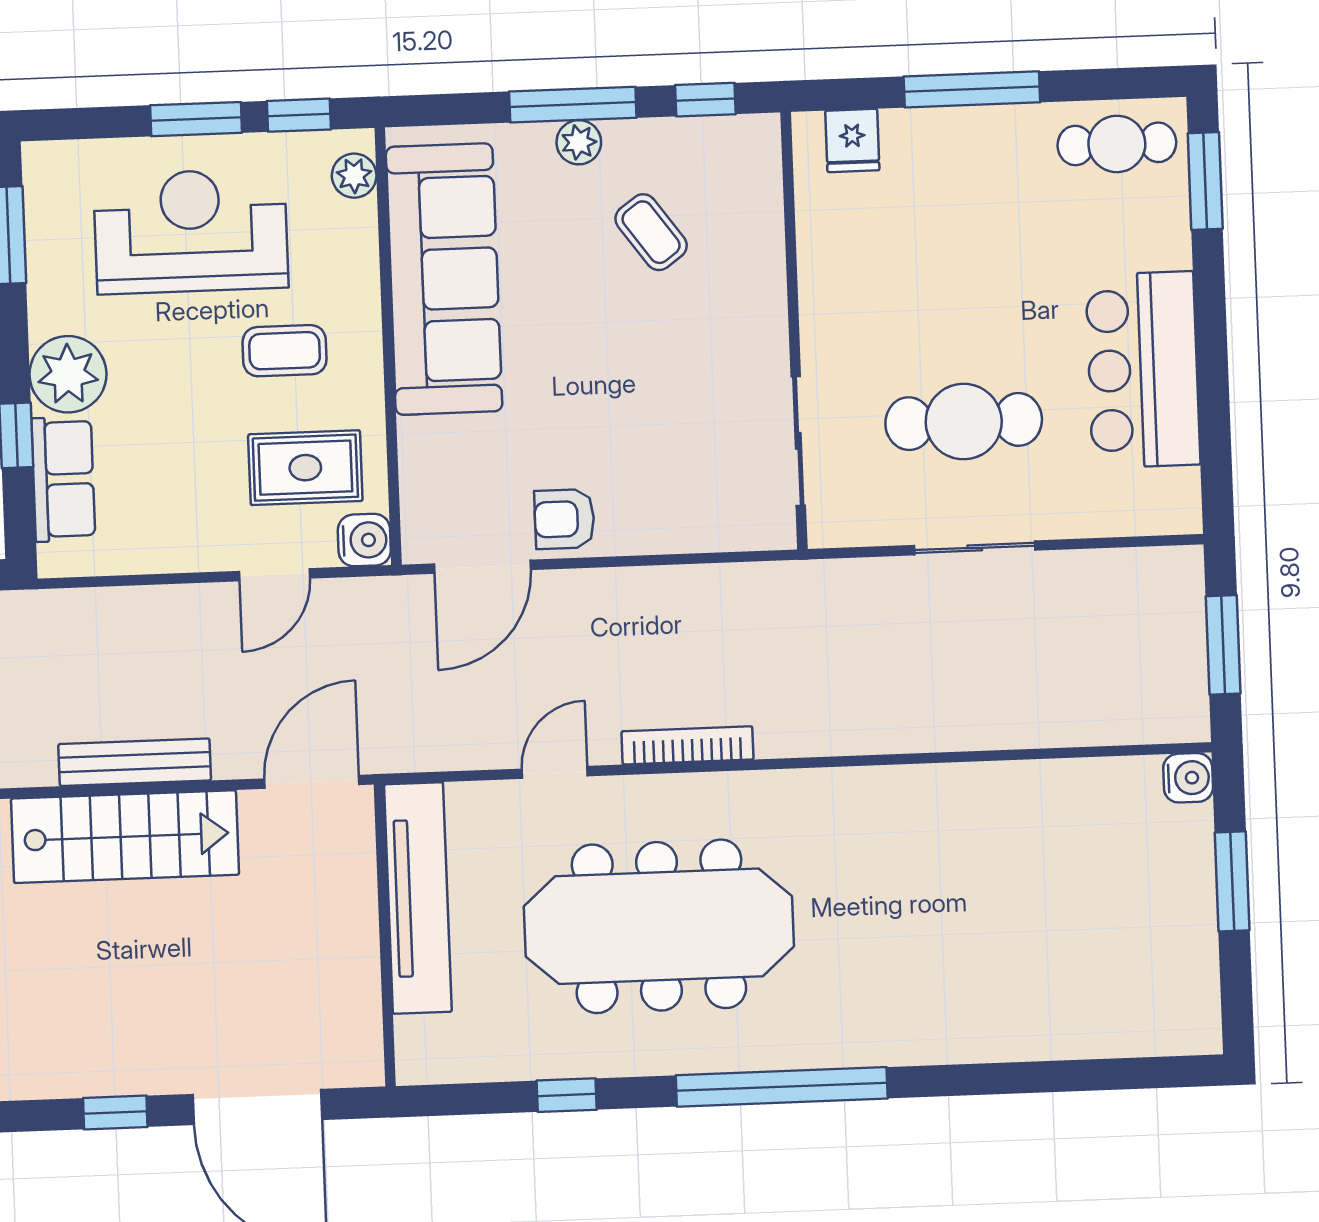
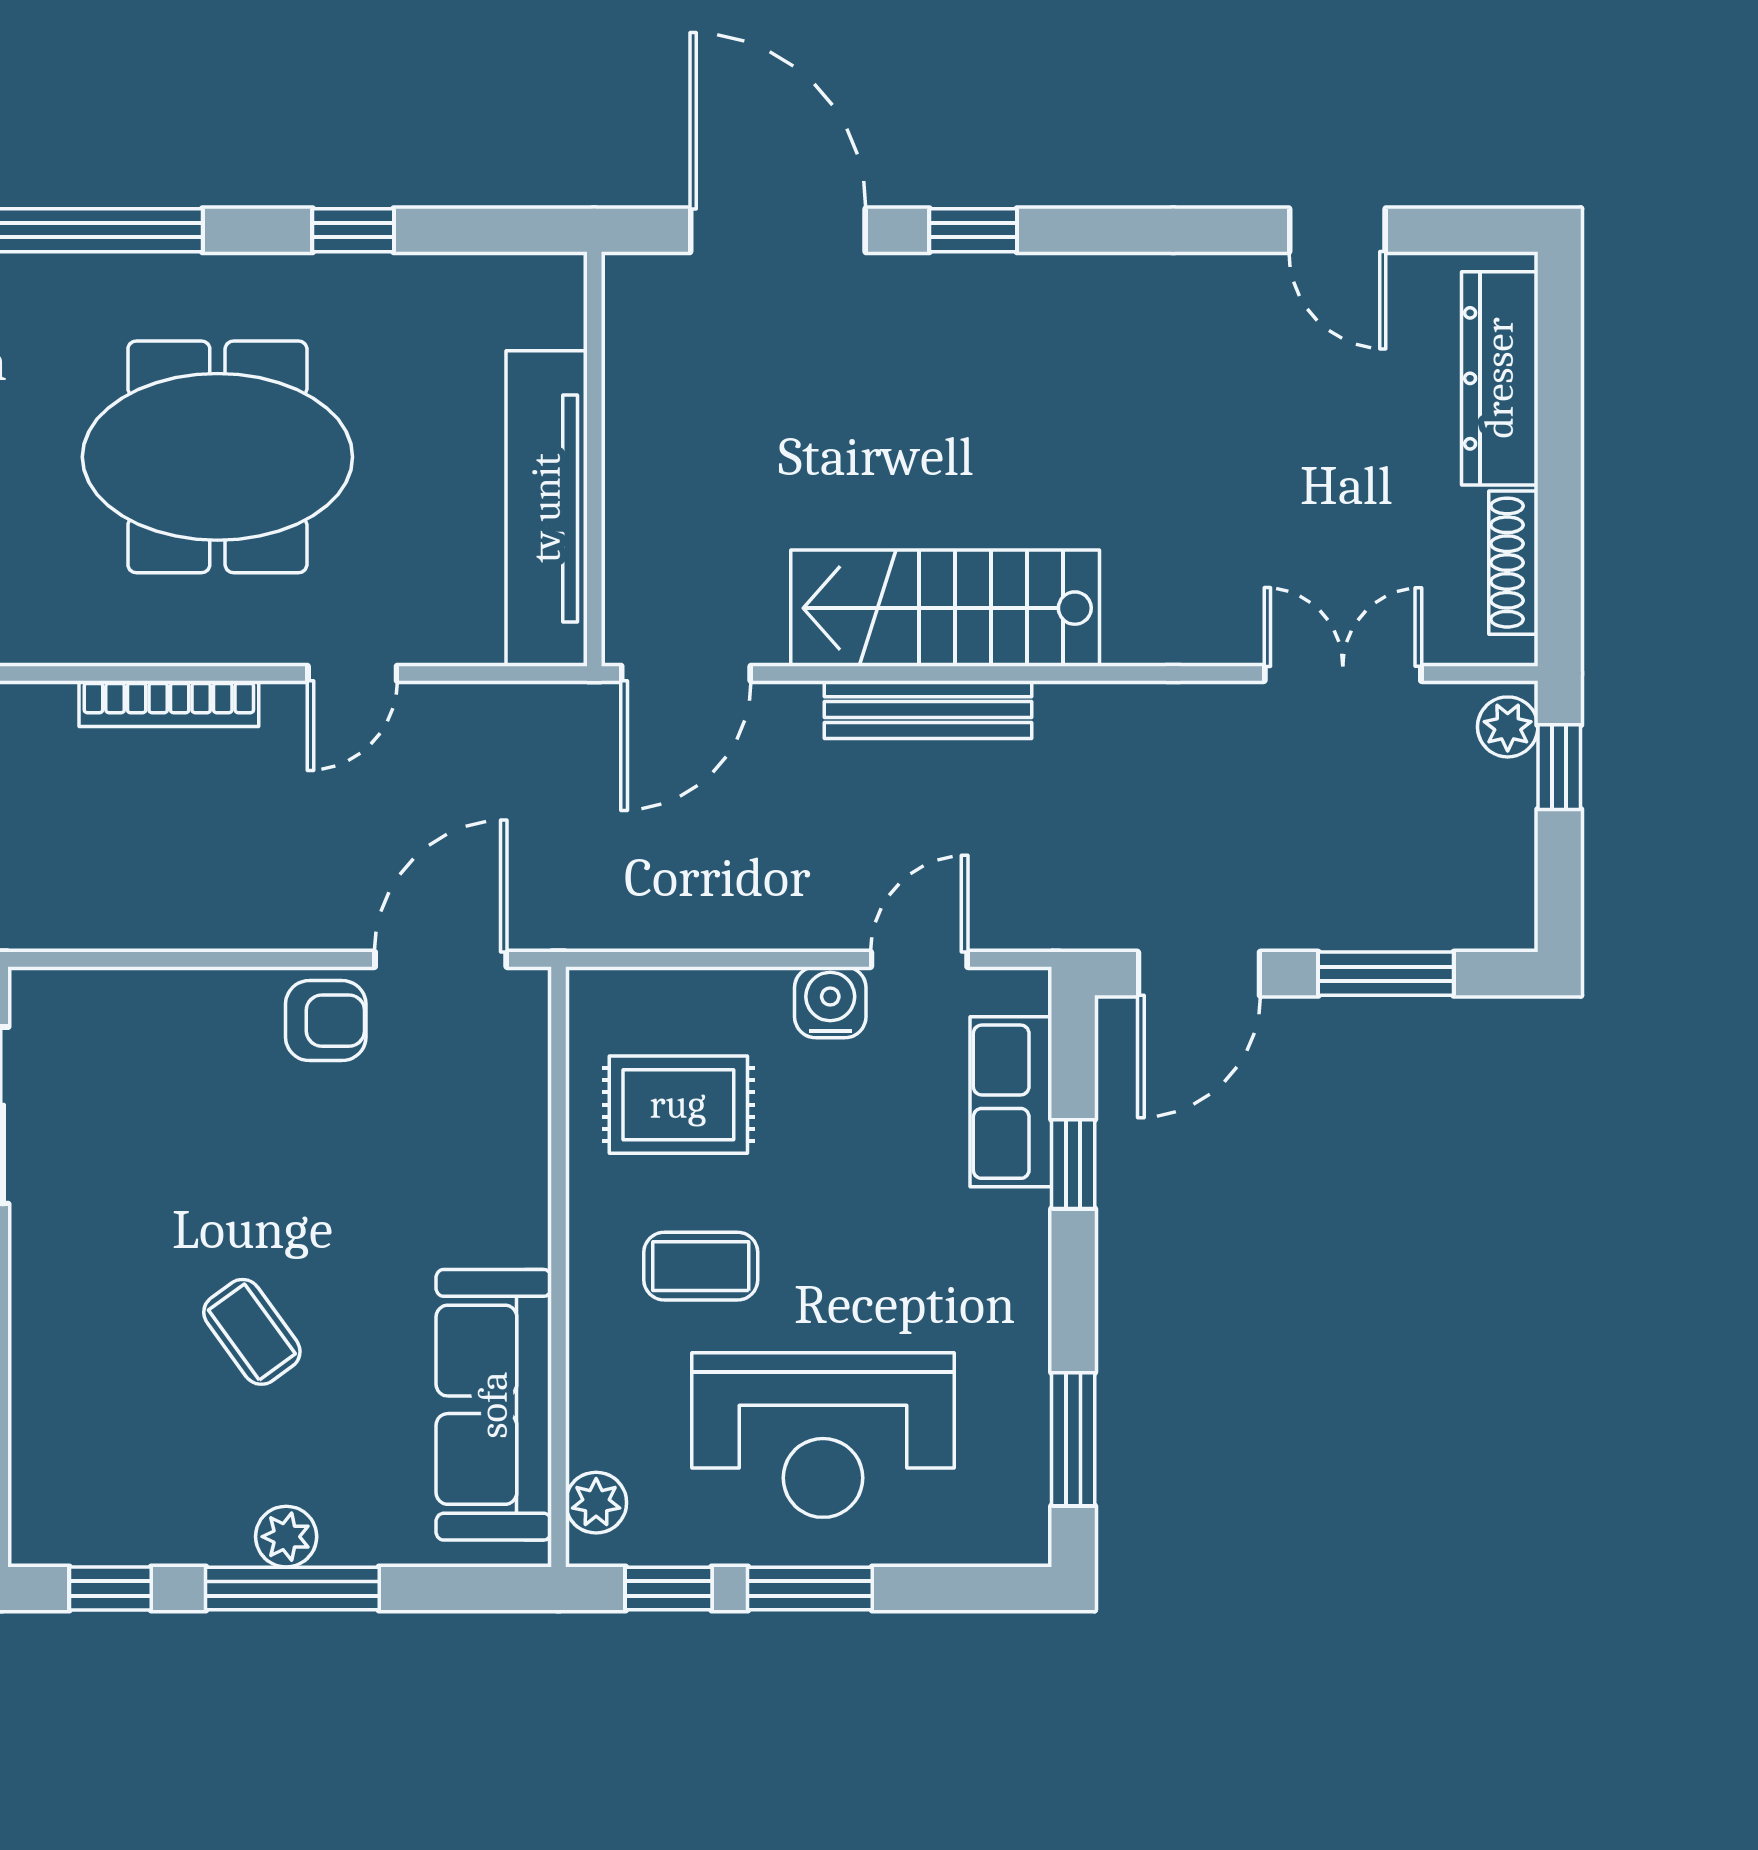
coffee table: (651, 232) -> (252, 1332), moved
sofa: (444, 279) -> (494, 1405), width x0.74, depth x0.79
plant: (68, 374) -> (999, 1245), removed
water cooler: (364, 540) -> (830, 1002), moved, turned 90
door: (274, 575) -> (919, 959), moved
meeting table: (659, 926) -> (217, 457), width x0.73

